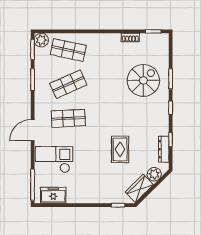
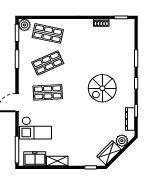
spiral stairs: (143, 80) -> (102, 88), moved, turned 180
rug: (120, 149) -> (92, 119), removed
checkout: (54, 160) -> (36, 128), turned 180
shelving: (79, 198) -> (57, 161), added

